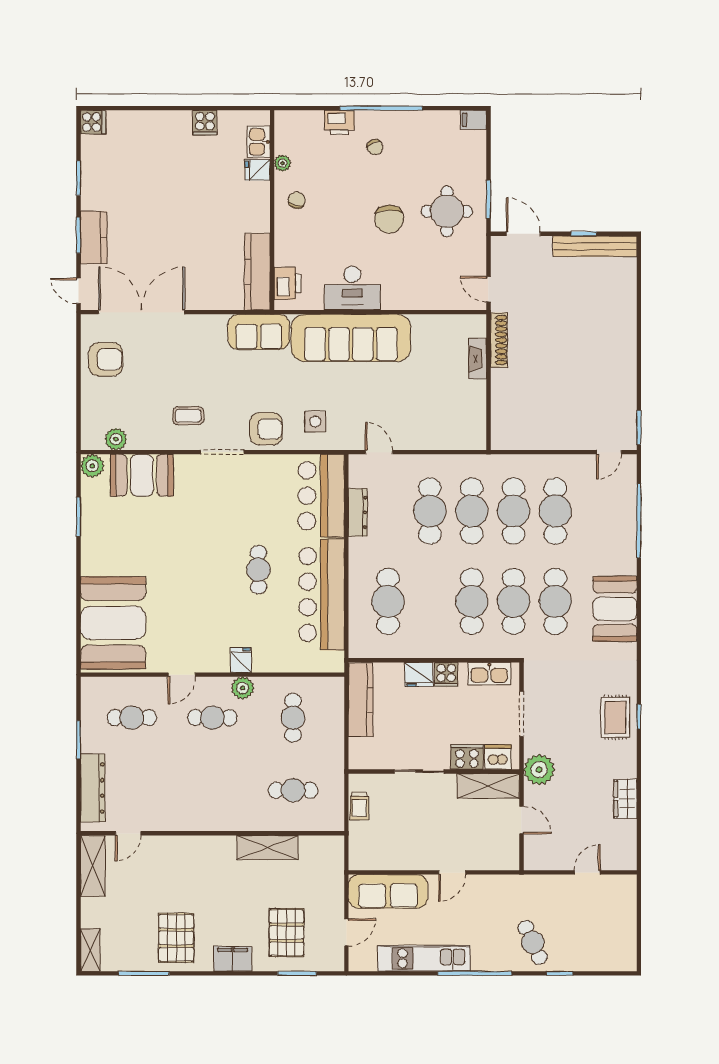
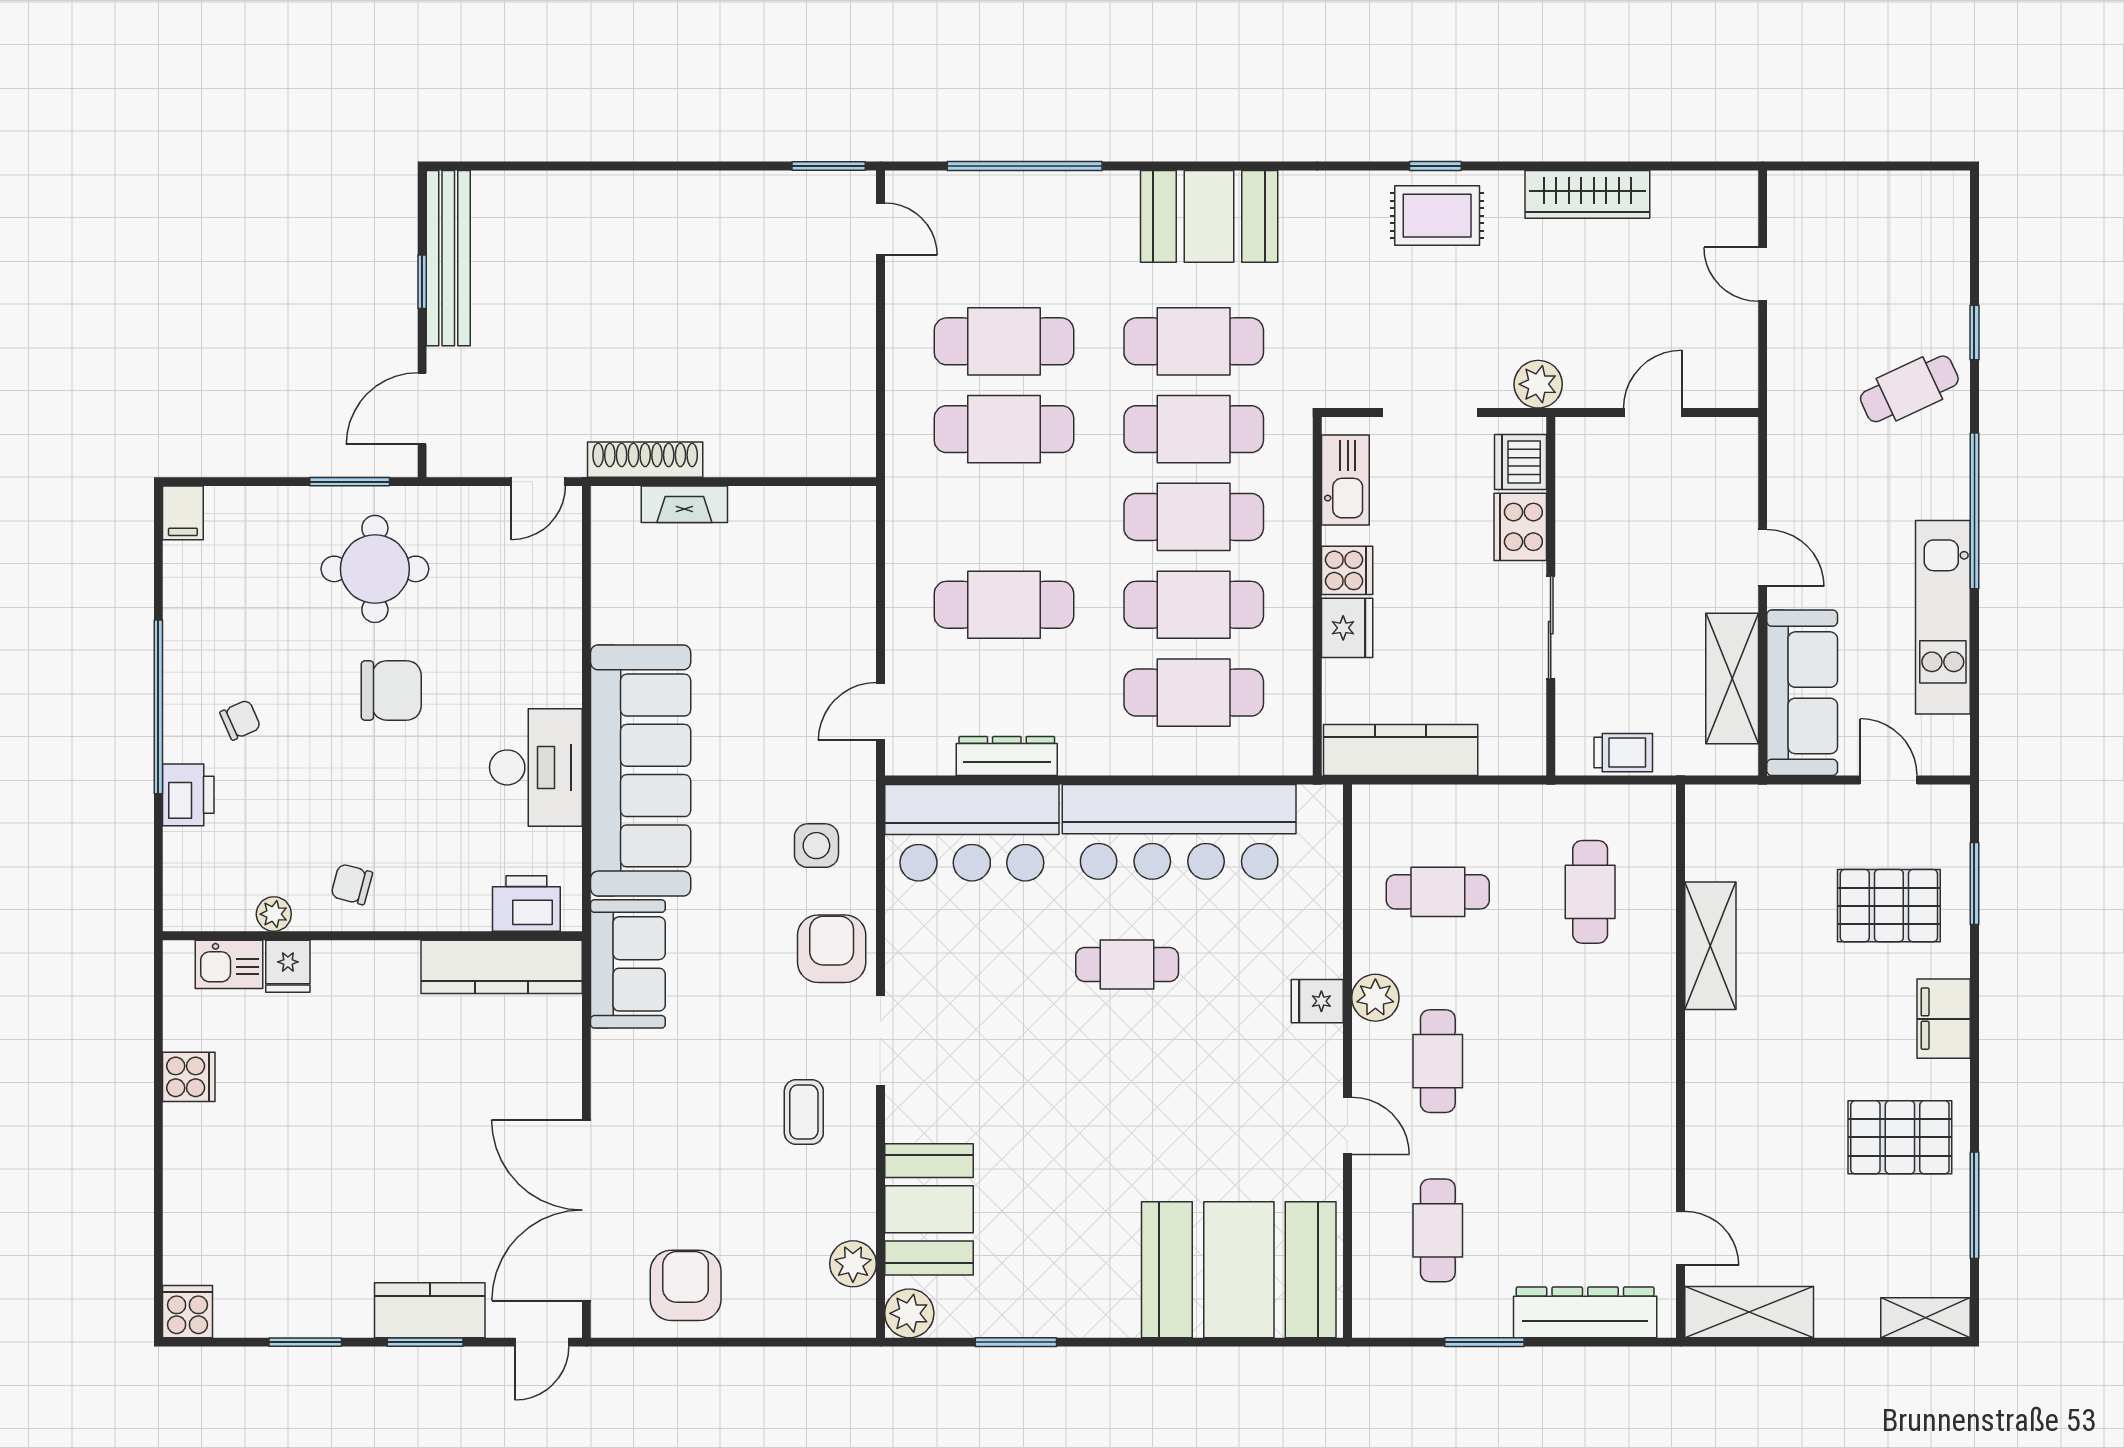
cafe table: (472, 511) -> (1194, 605), moved
plant: (539, 770) -> (1538, 384), width x0.73, depth x0.73
shelving: (488, 786) -> (1732, 679), moved
wardrobe: (625, 799) -> (1587, 194), width x1.50

